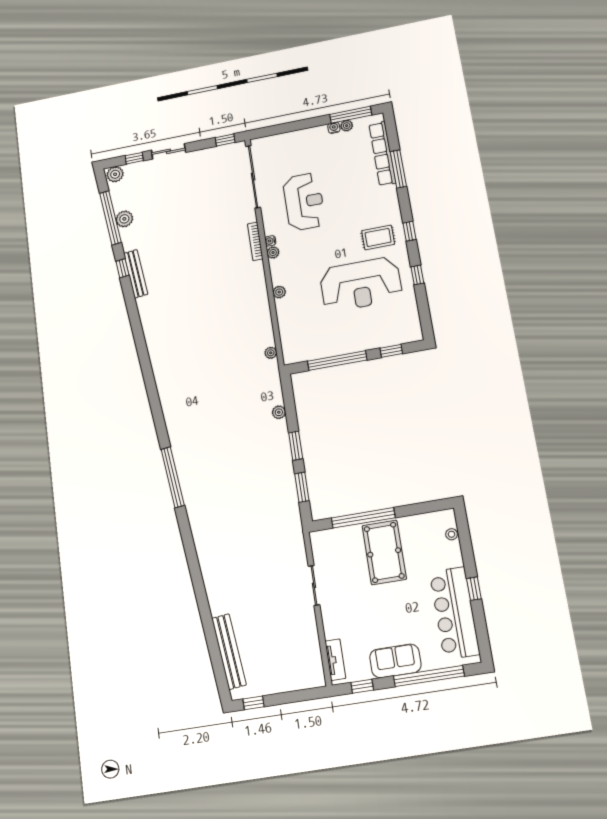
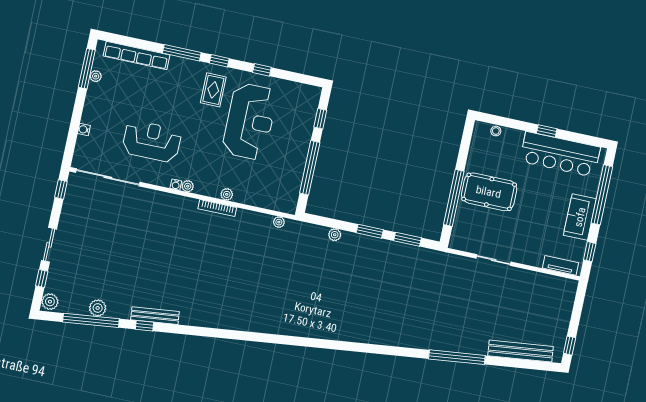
water cooler: (334, 128) -> (84, 130), moved
window: (398, 169) -> (182, 53), moved
bookcase: (255, 241) -> (217, 208), moved
window: (173, 477) -> (457, 357), moved

